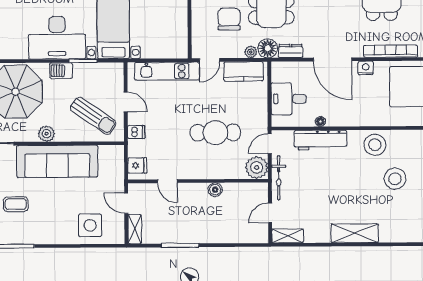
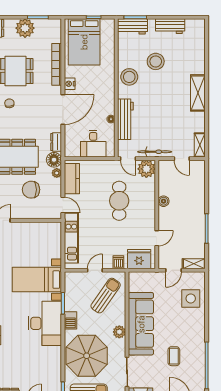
fridge: (137, 166) -> (139, 259), width x1.88, depth x1.34

